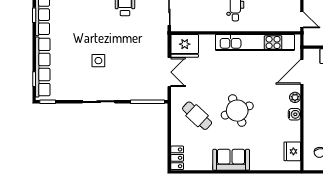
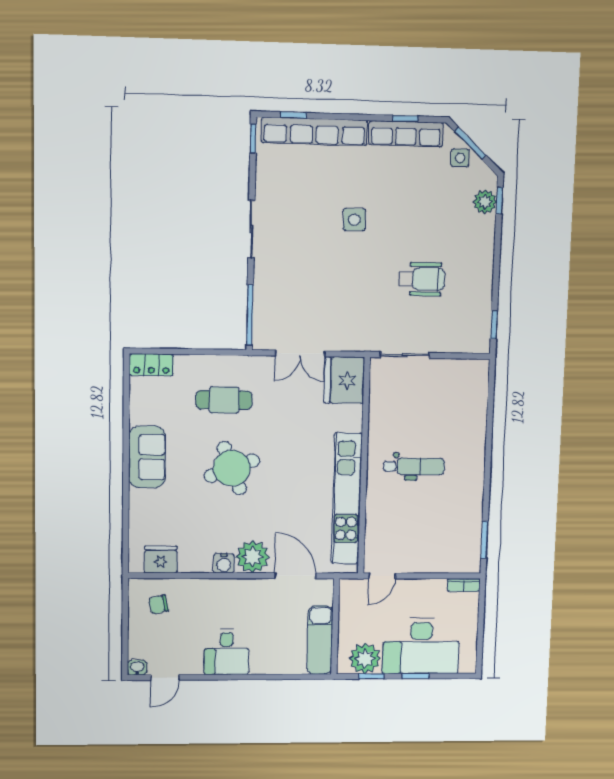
side table: (98, 61) -> (354, 220), moved
plant: (295, 97) -> (253, 557), width x1.88, depth x1.88
cafe table: (197, 116) -> (224, 400), turned 47

